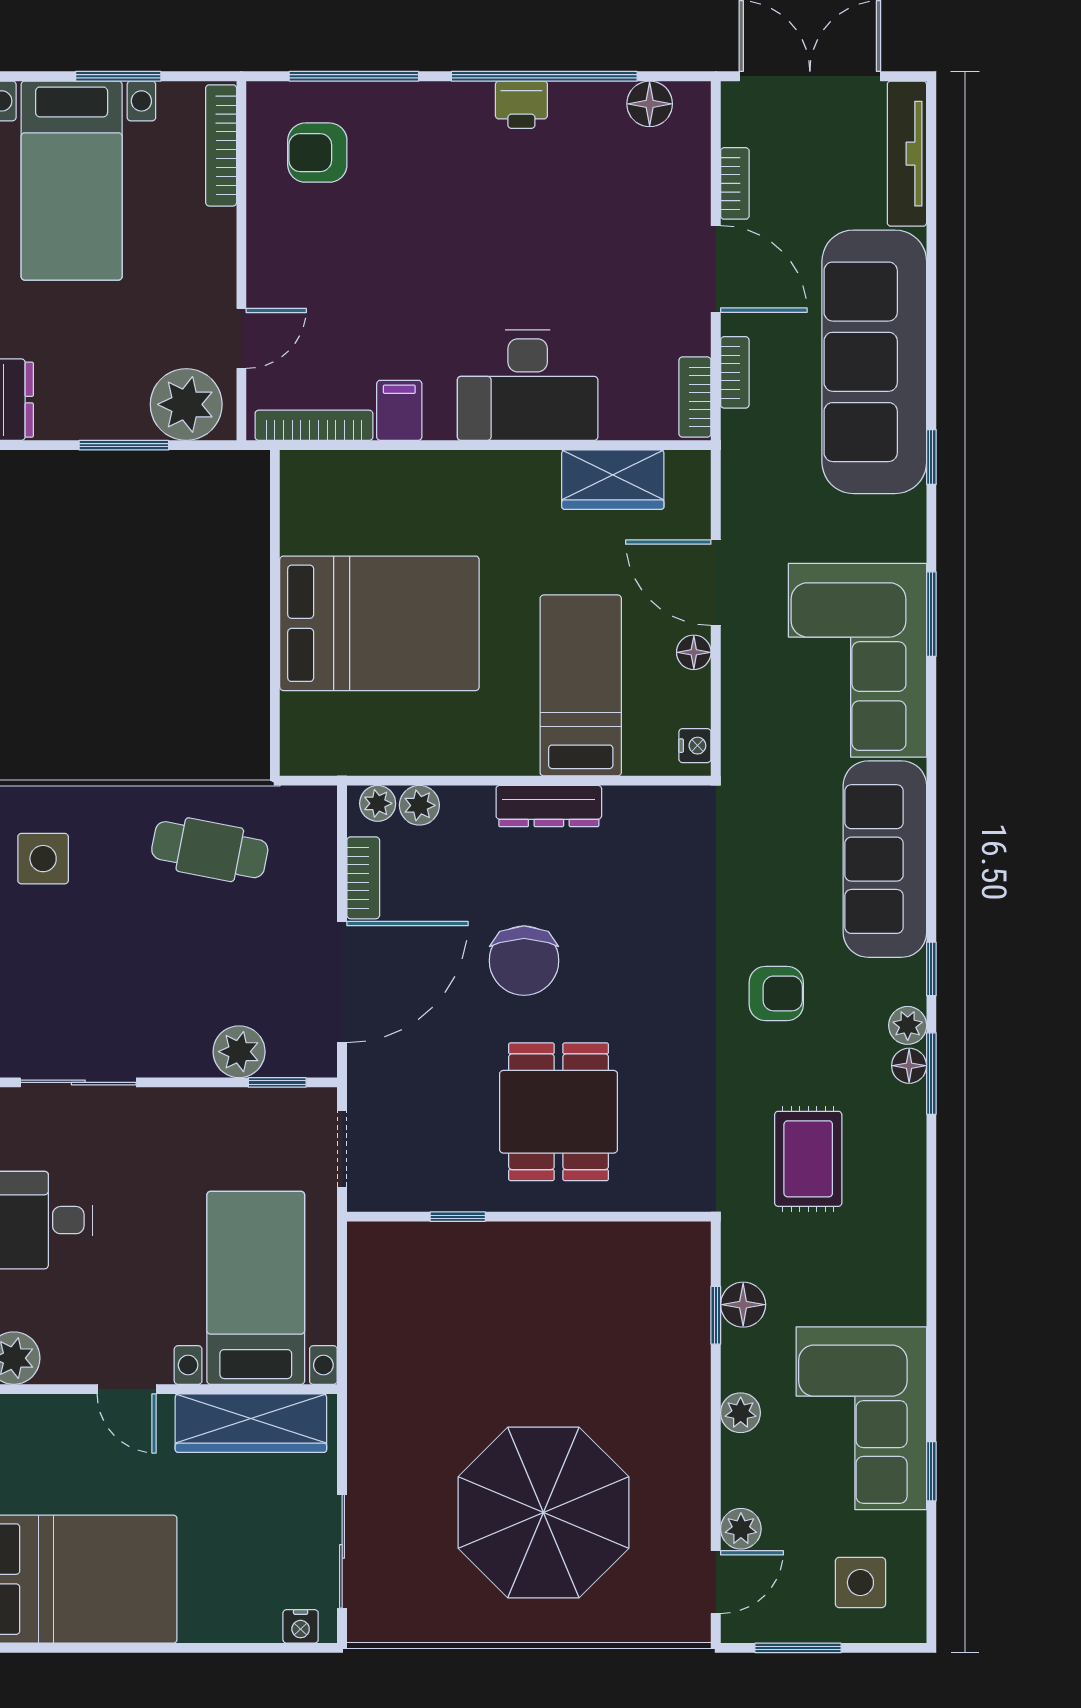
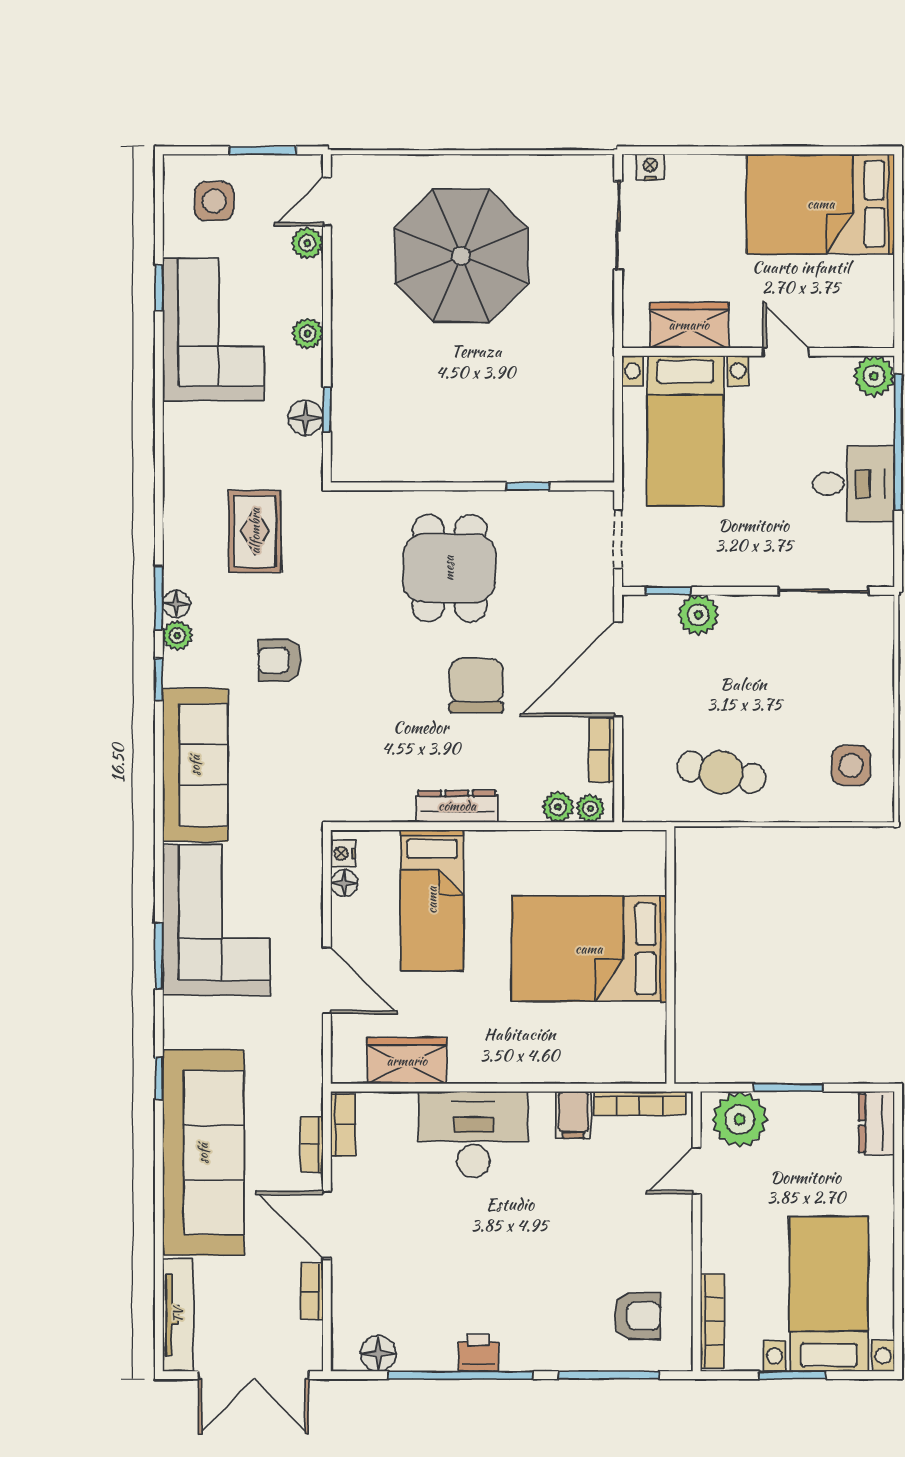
floor lamp: (694, 652) -> (344, 883), moved
wardrobe: (251, 1423) -> (689, 325), width x0.67

